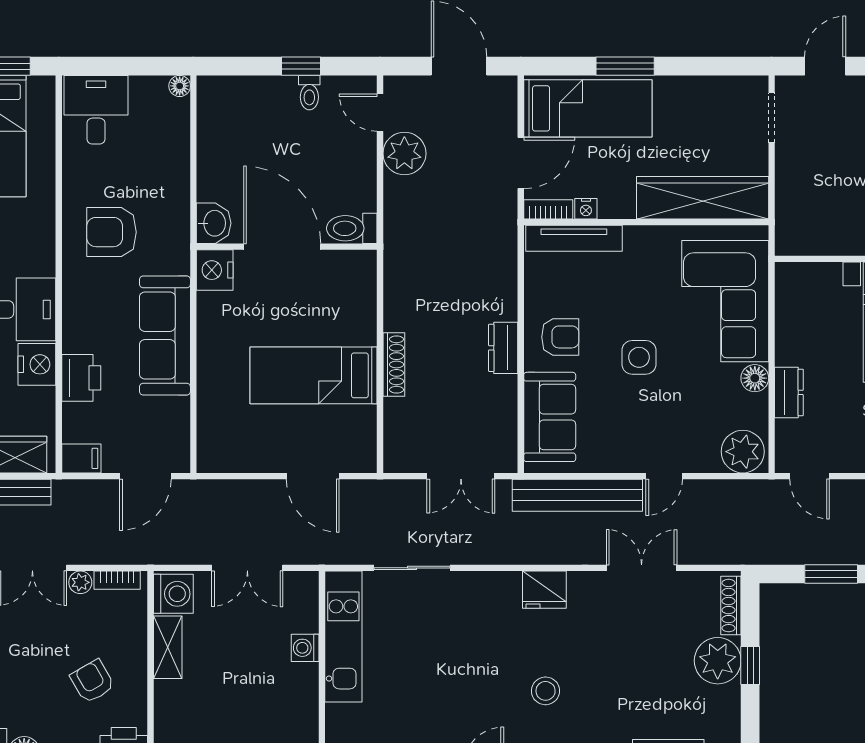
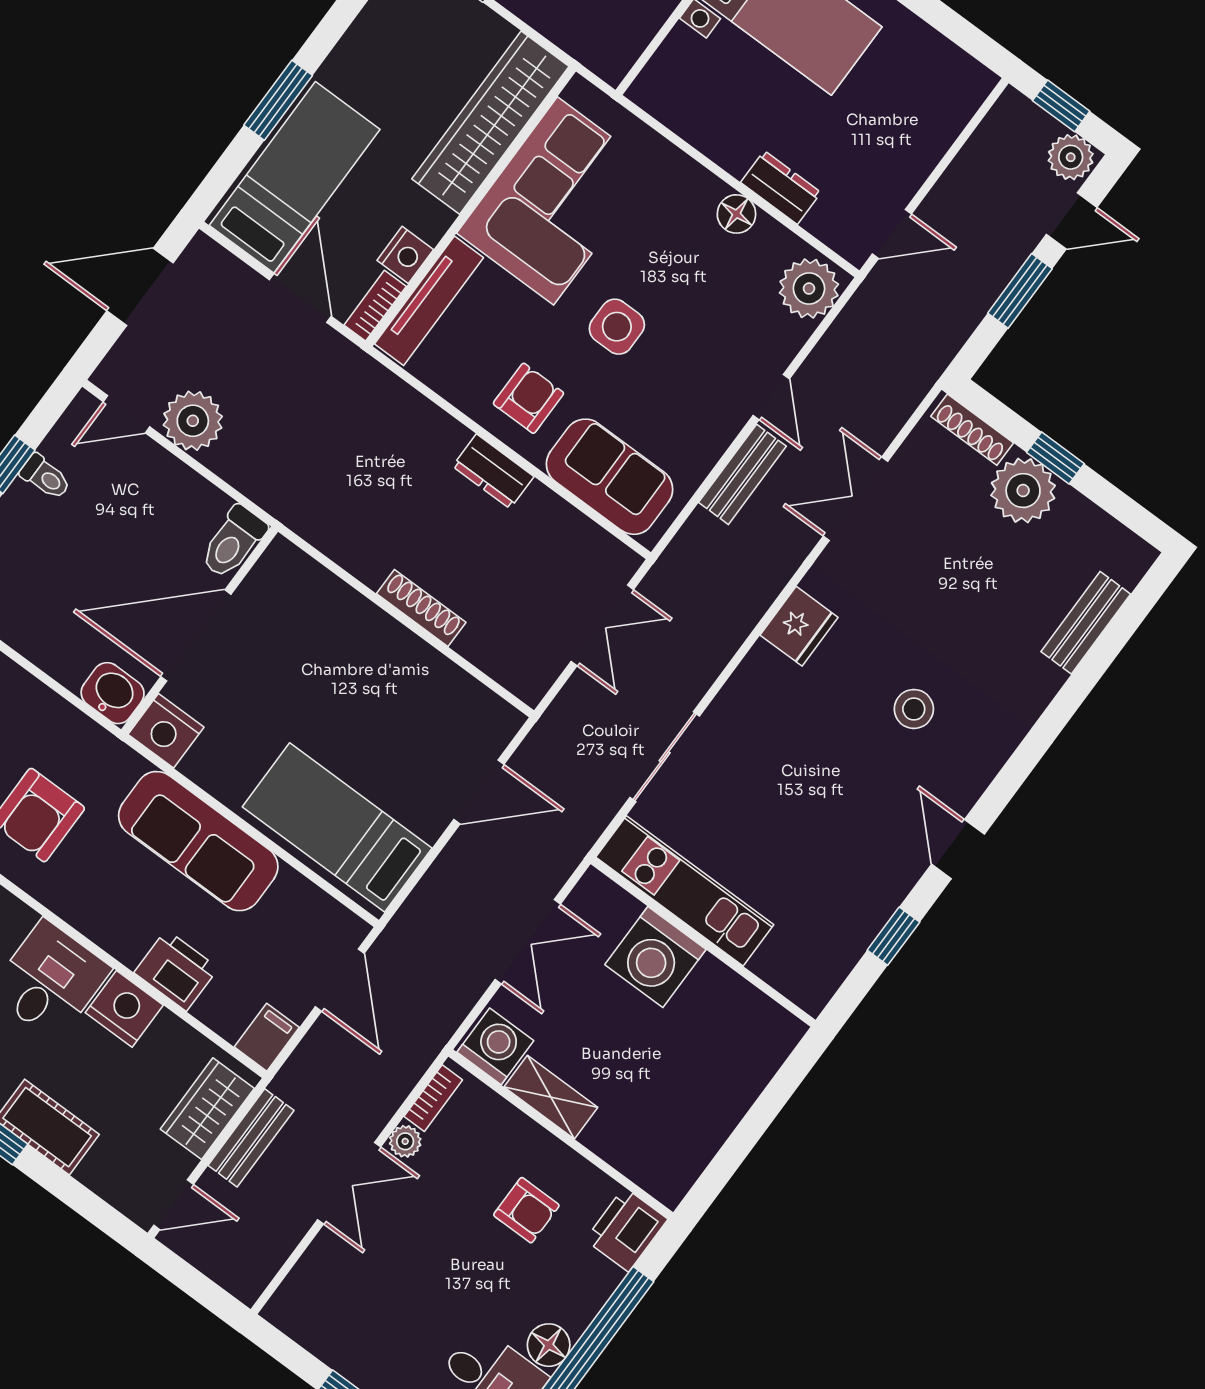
nightstand: (586, 209) -> (405, 255), width x1.39, depth x1.35
corner sofa: (725, 301) -> (556, 201), moved, turned -90
bed: (314, 375) -> (337, 827), moved, turned 90
bench: (577, 495) -> (742, 474), width x0.54, depth x0.82
washing machine: (305, 648) -> (655, 957), width x1.89, depth x1.89
armchair: (92, 681) -> (526, 1210), turned -150

